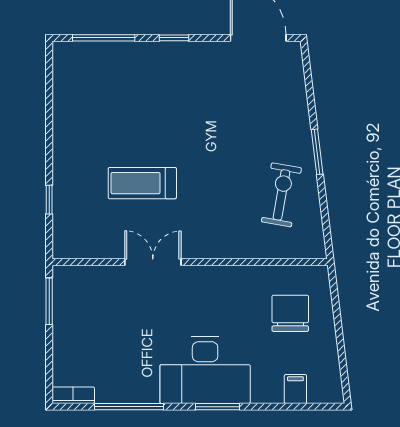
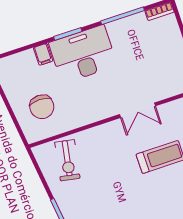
exercise bike: (281, 195) -> (67, 160), moved
filing cabinet: (295, 389) -> (43, 54), moved

